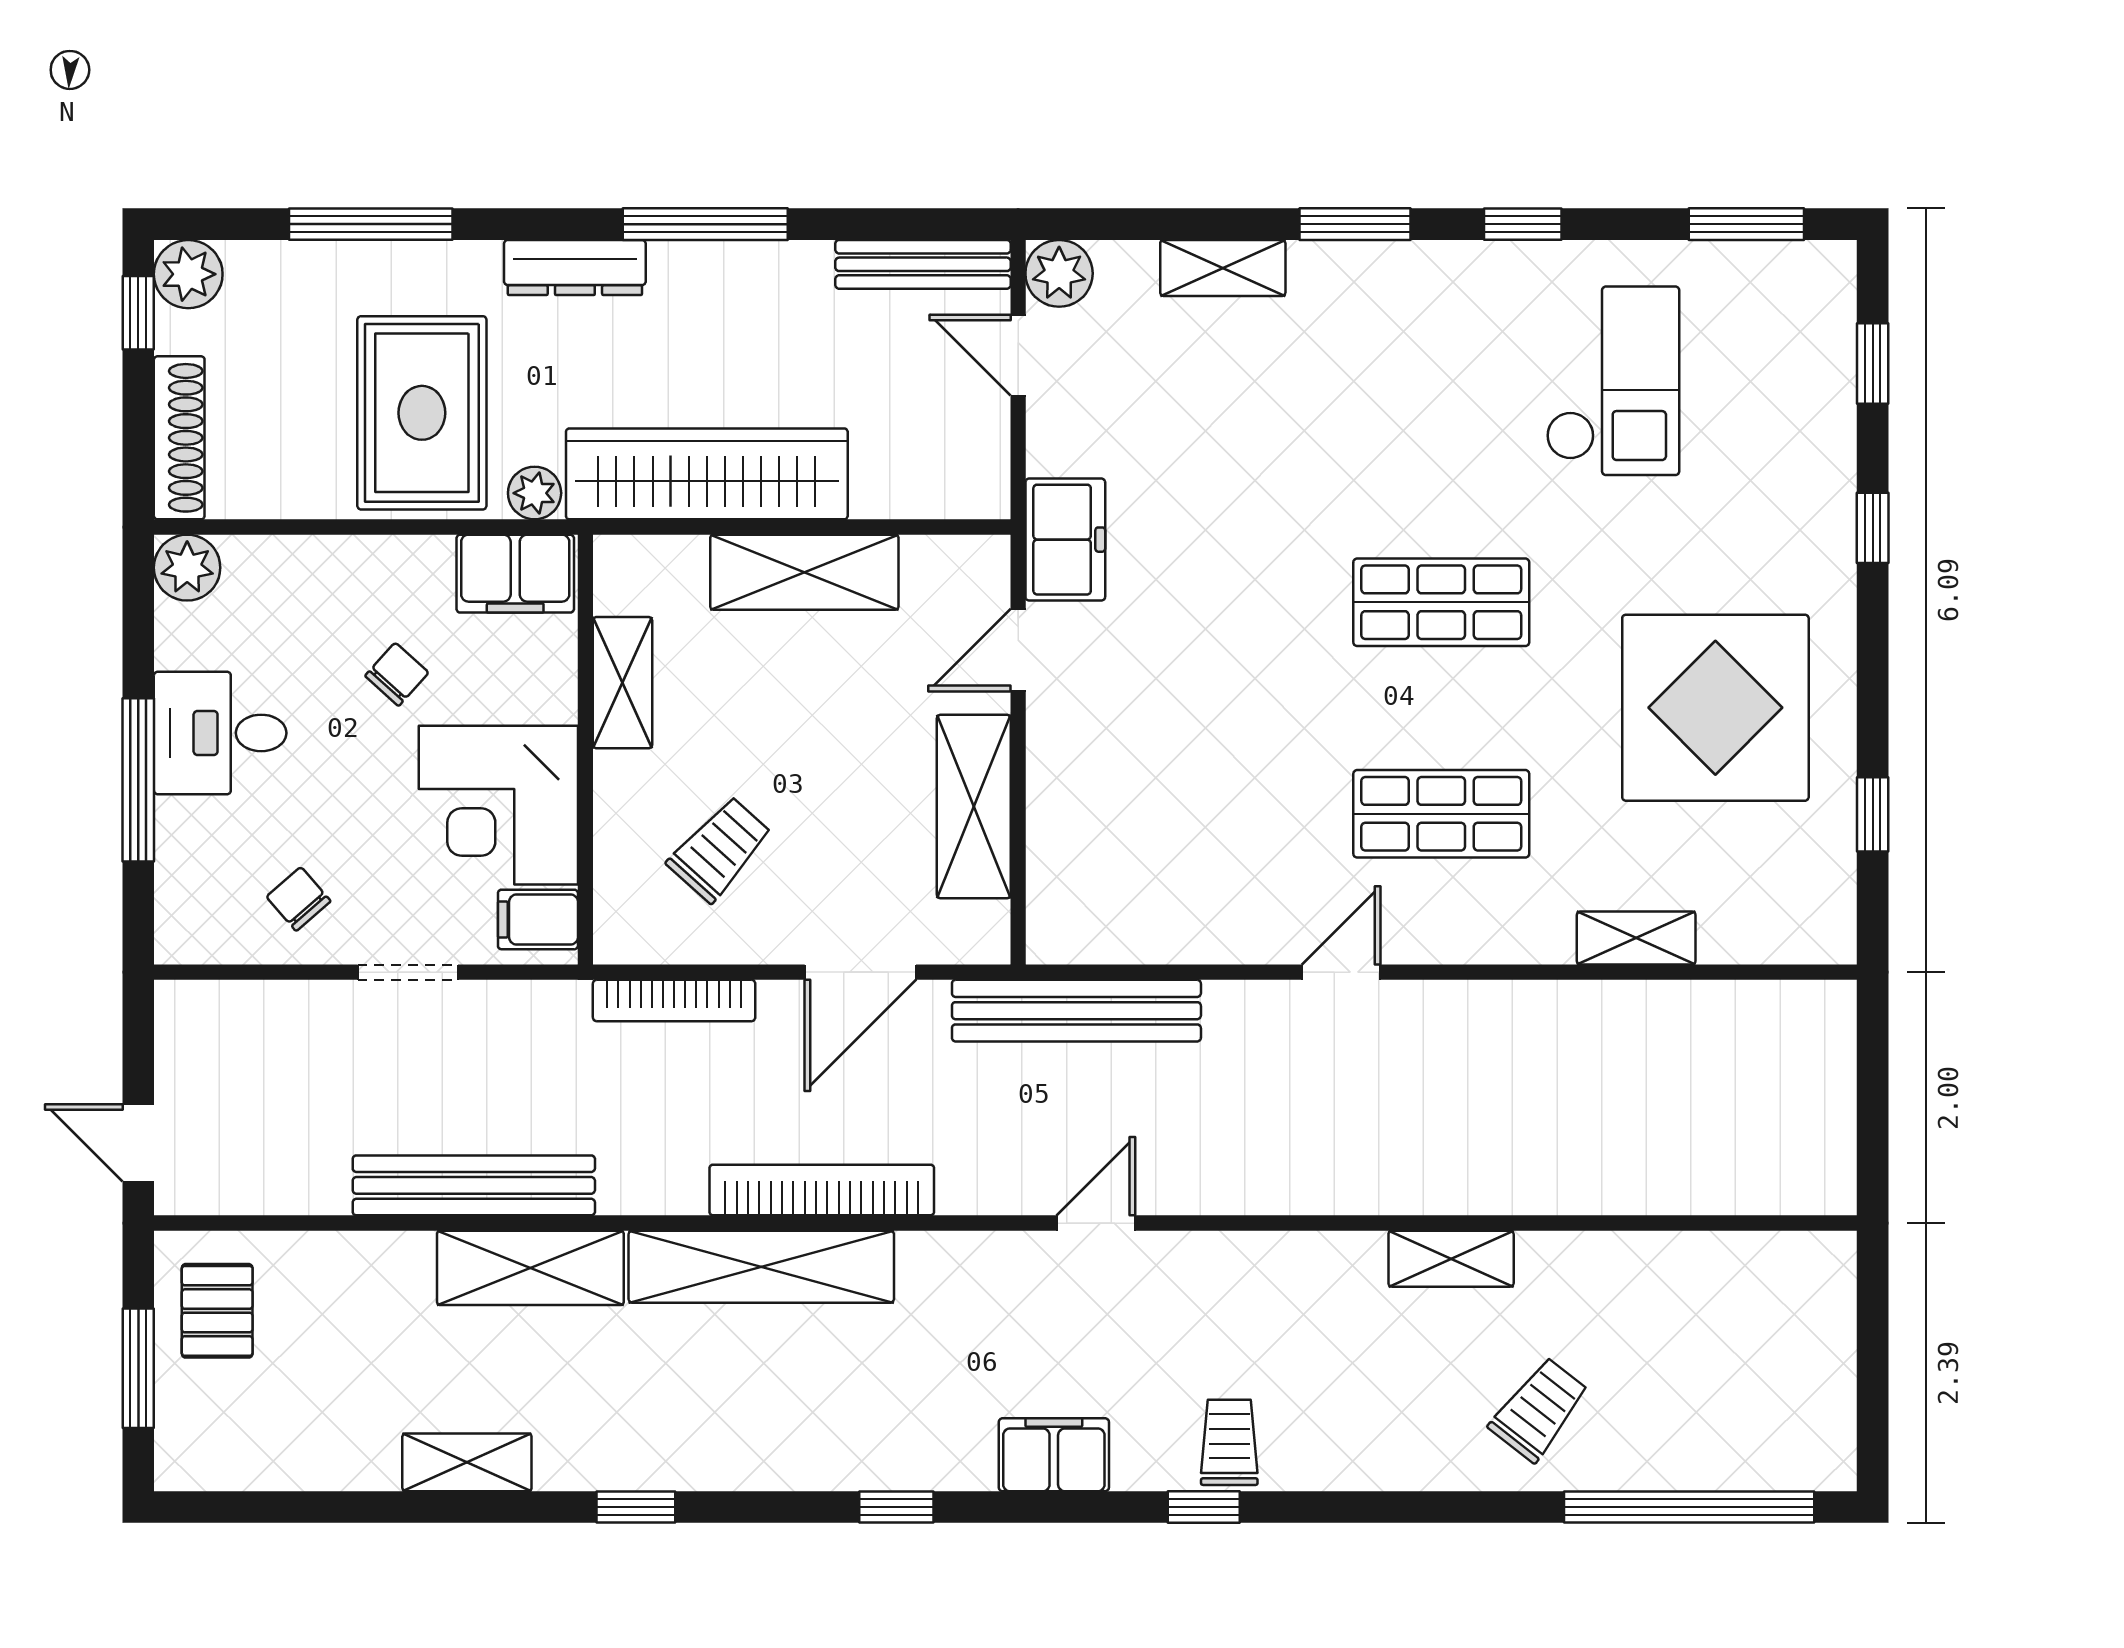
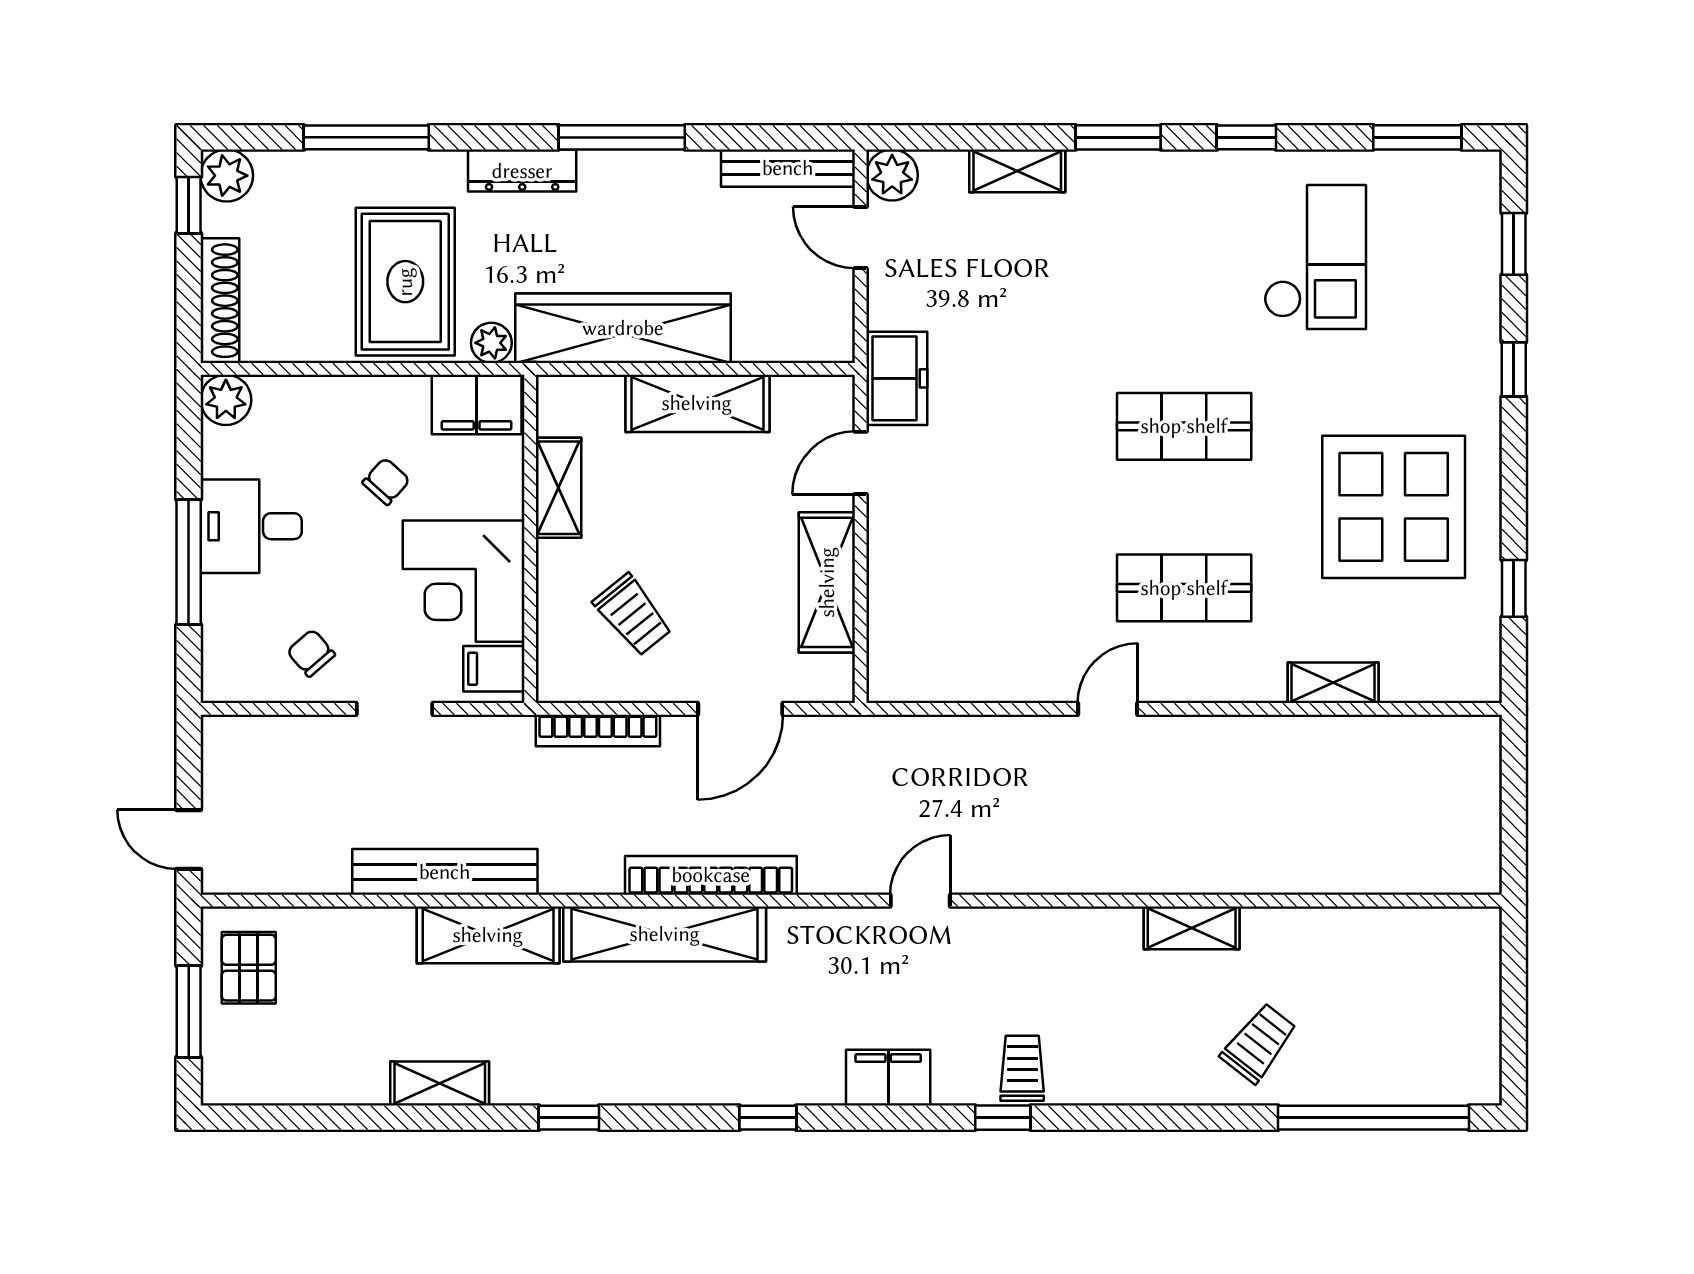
trolley: (720, 849) -> (633, 615), turned 99
bench: (1076, 1011) -> (905, 738), removed

